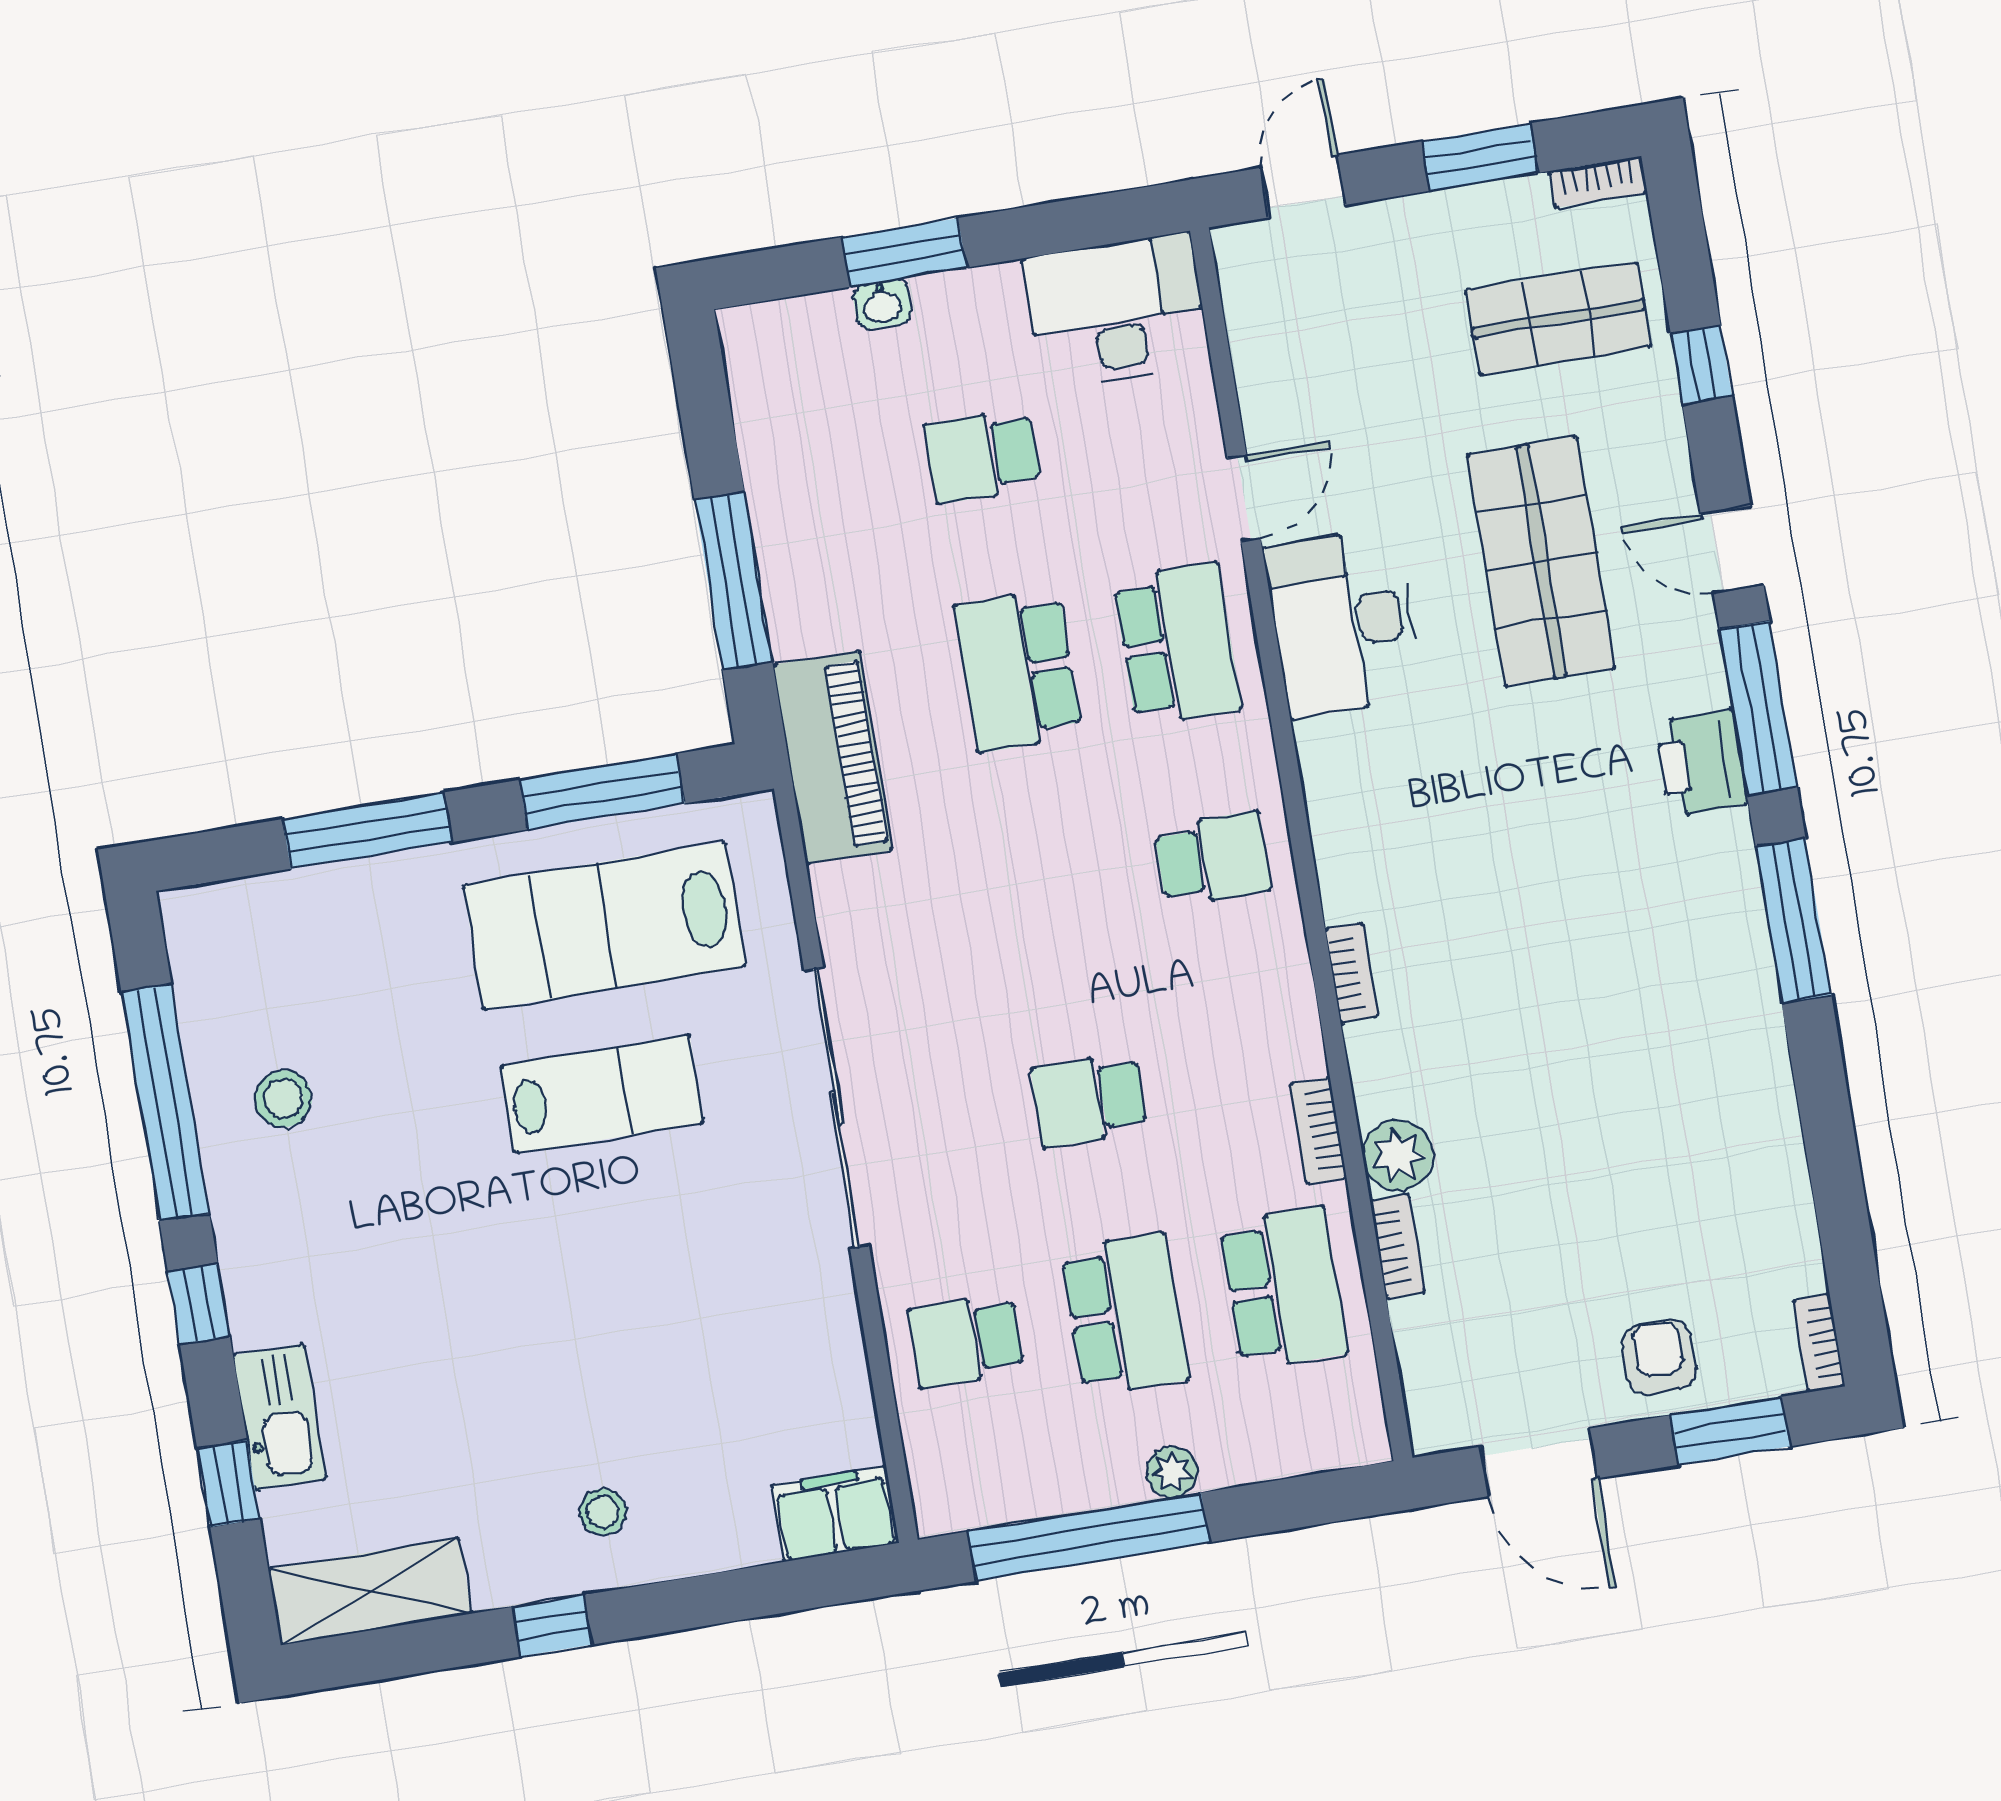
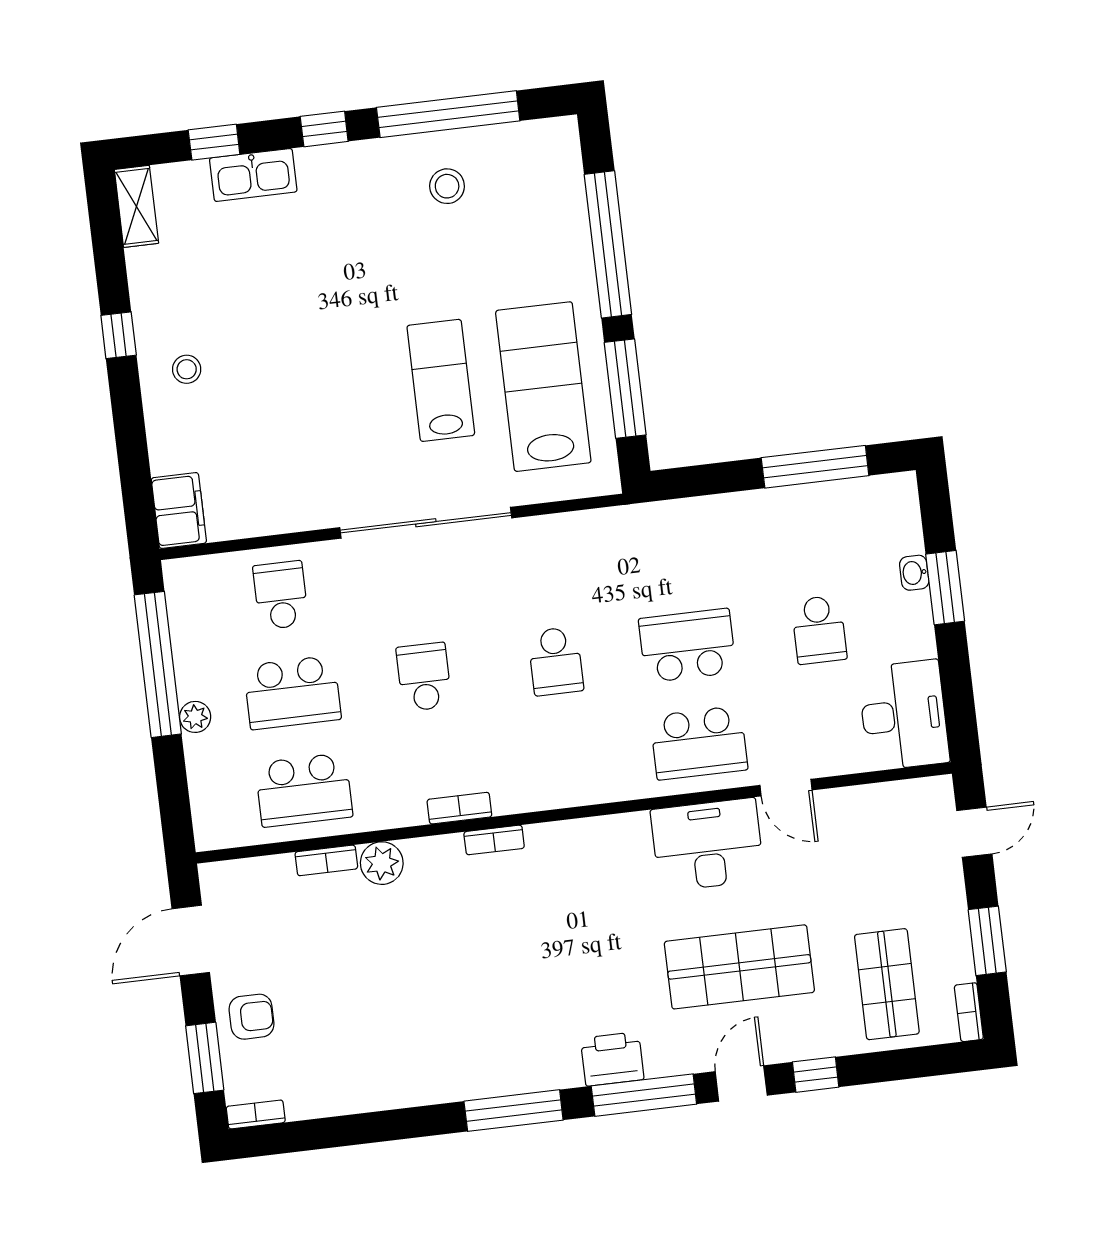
door: (1303, 186) -> (974, 832), hinge flipped
window: (1701, 364) -> (816, 1075), moved
school desk: (983, 456) -> (819, 630), turned 180
window: (733, 581) -> (815, 467), moved
piano: (833, 757) -> (640, 530), removed
window: (367, 831) -> (608, 244), width x1.46
school desk: (1213, 859) -> (556, 661), moved
lab bench: (602, 1094) -> (441, 380), turned 180
bookcase: (1318, 1131) -> (459, 808), moved
shelving: (370, 1591) -> (136, 206), width x0.67, depth x0.75

